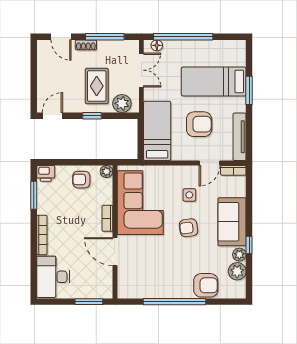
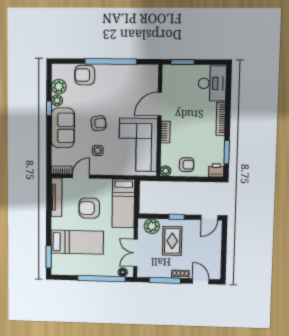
window: (249, 90) -> (49, 257), moved
door: (115, 252) -> (160, 104), swing flipped

